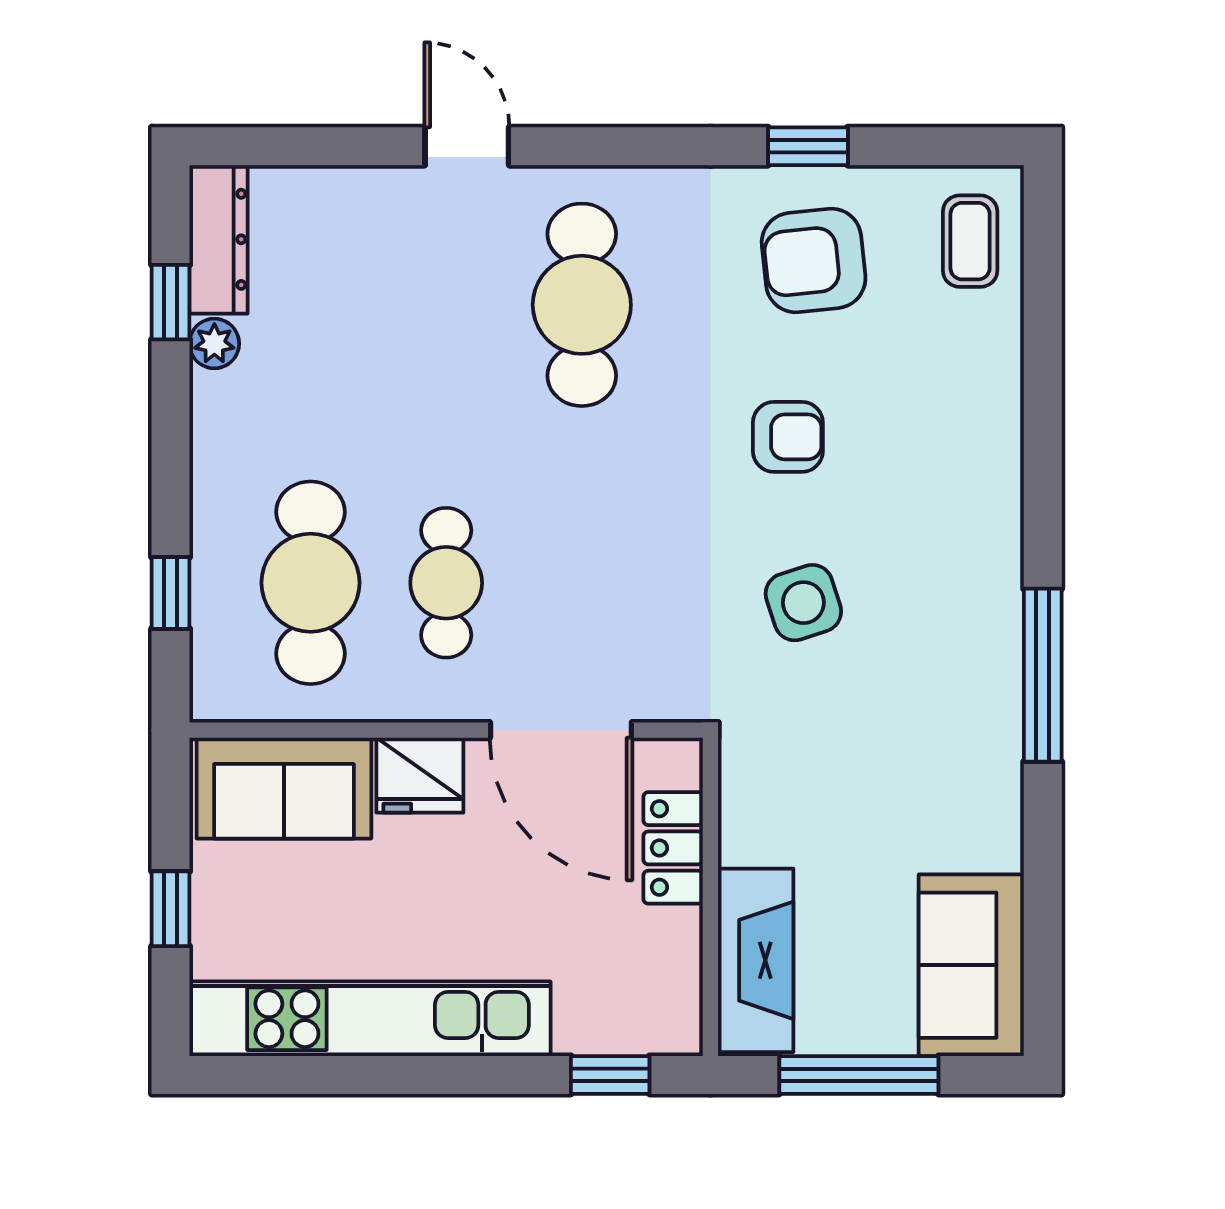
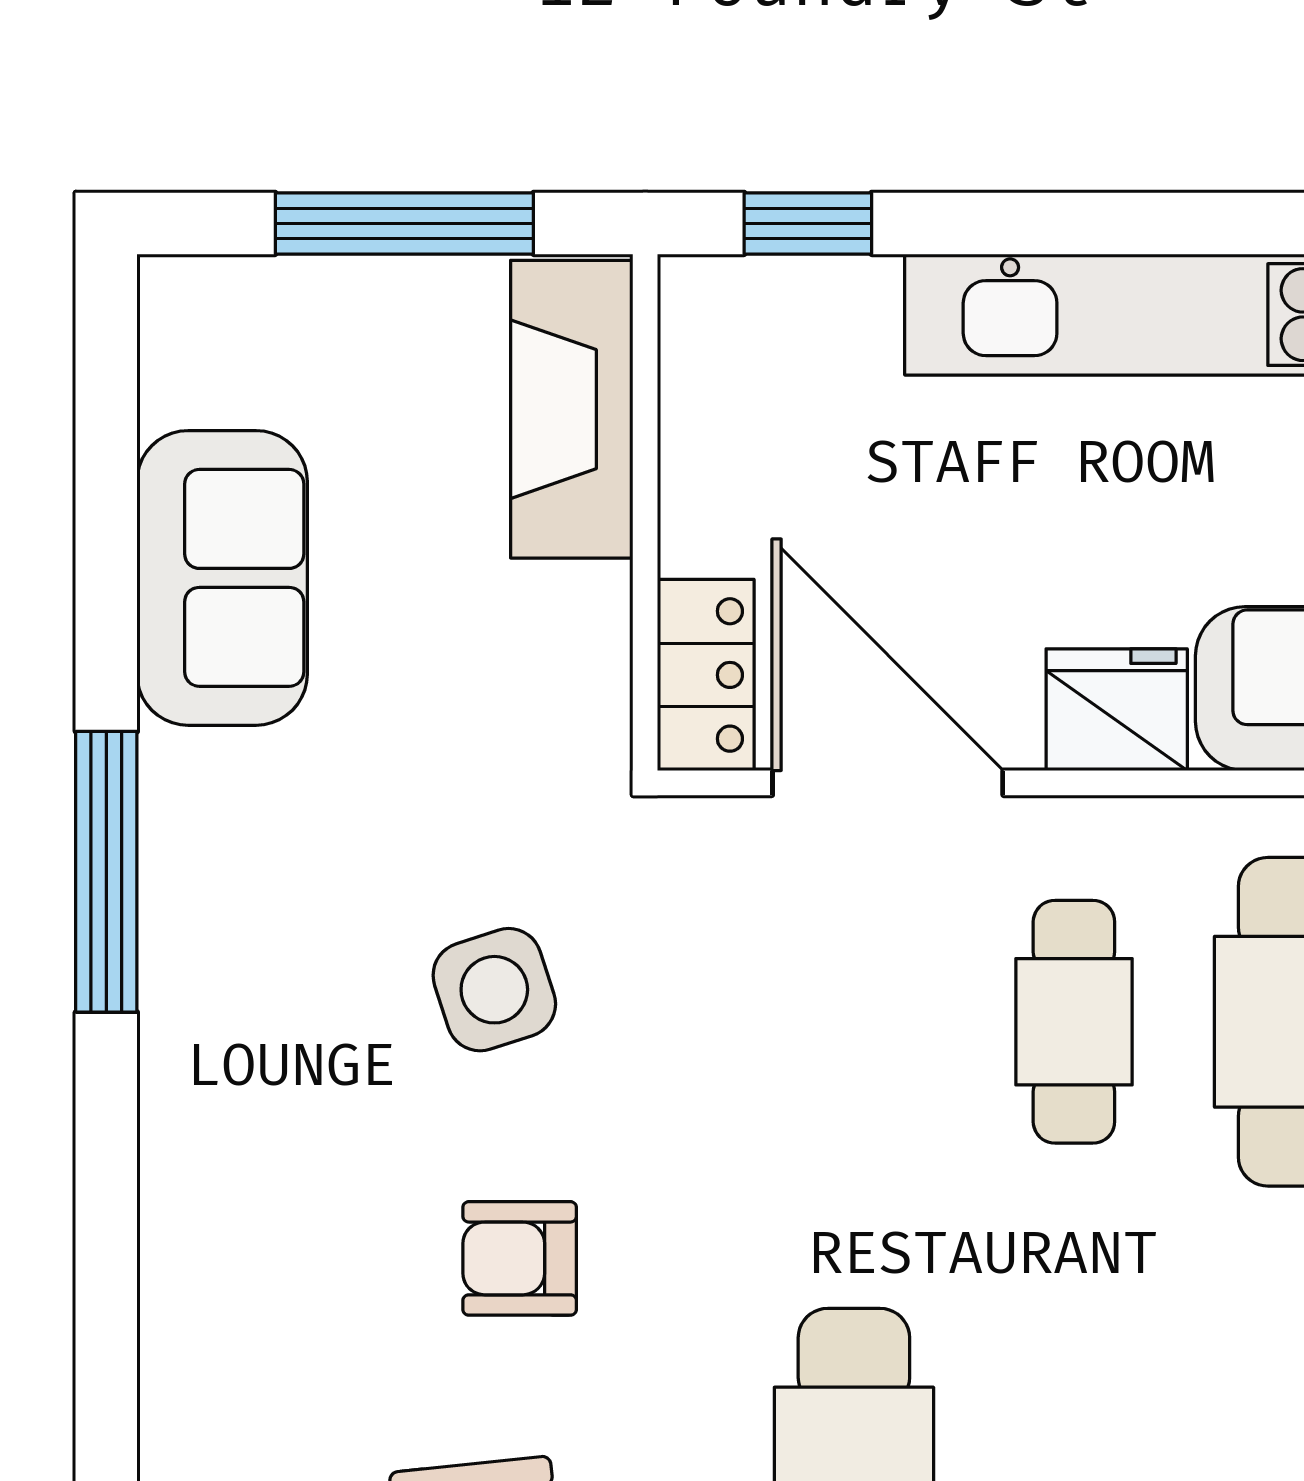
locker: (673, 848) -> (706, 675), moved
sofa: (971, 965) -> (222, 578), moved

